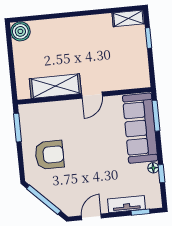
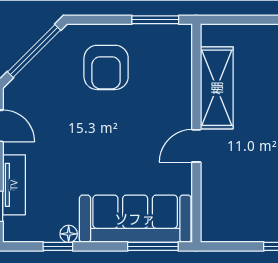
door: (92, 95) -> (196, 146), hinge flipped

